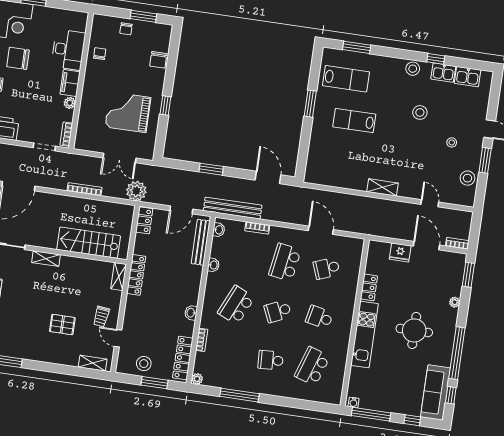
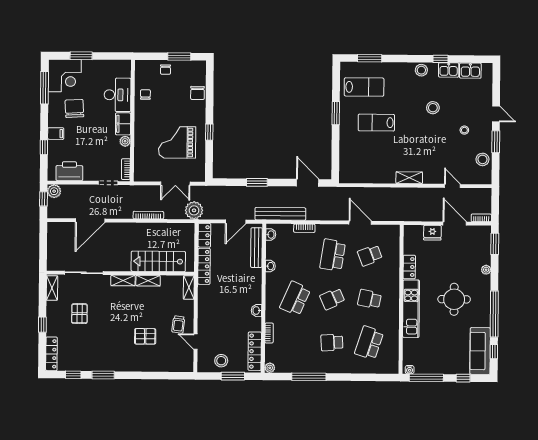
chair: (18, 58) -> (74, 108), turned 87
locker: (136, 275) -> (204, 266), moved
shelving: (93, 363) -> (148, 281), moved

